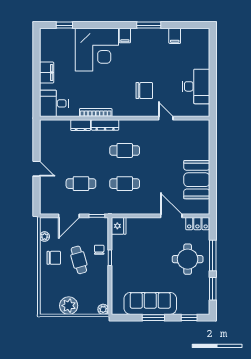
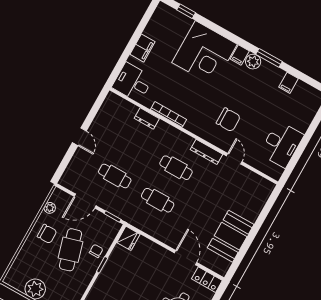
plant: (138, 35) -> (253, 62), added
dresser: (105, 125) -> (206, 152), moved
cafe table: (79, 260) -> (71, 250), width x1.37, depth x1.35

